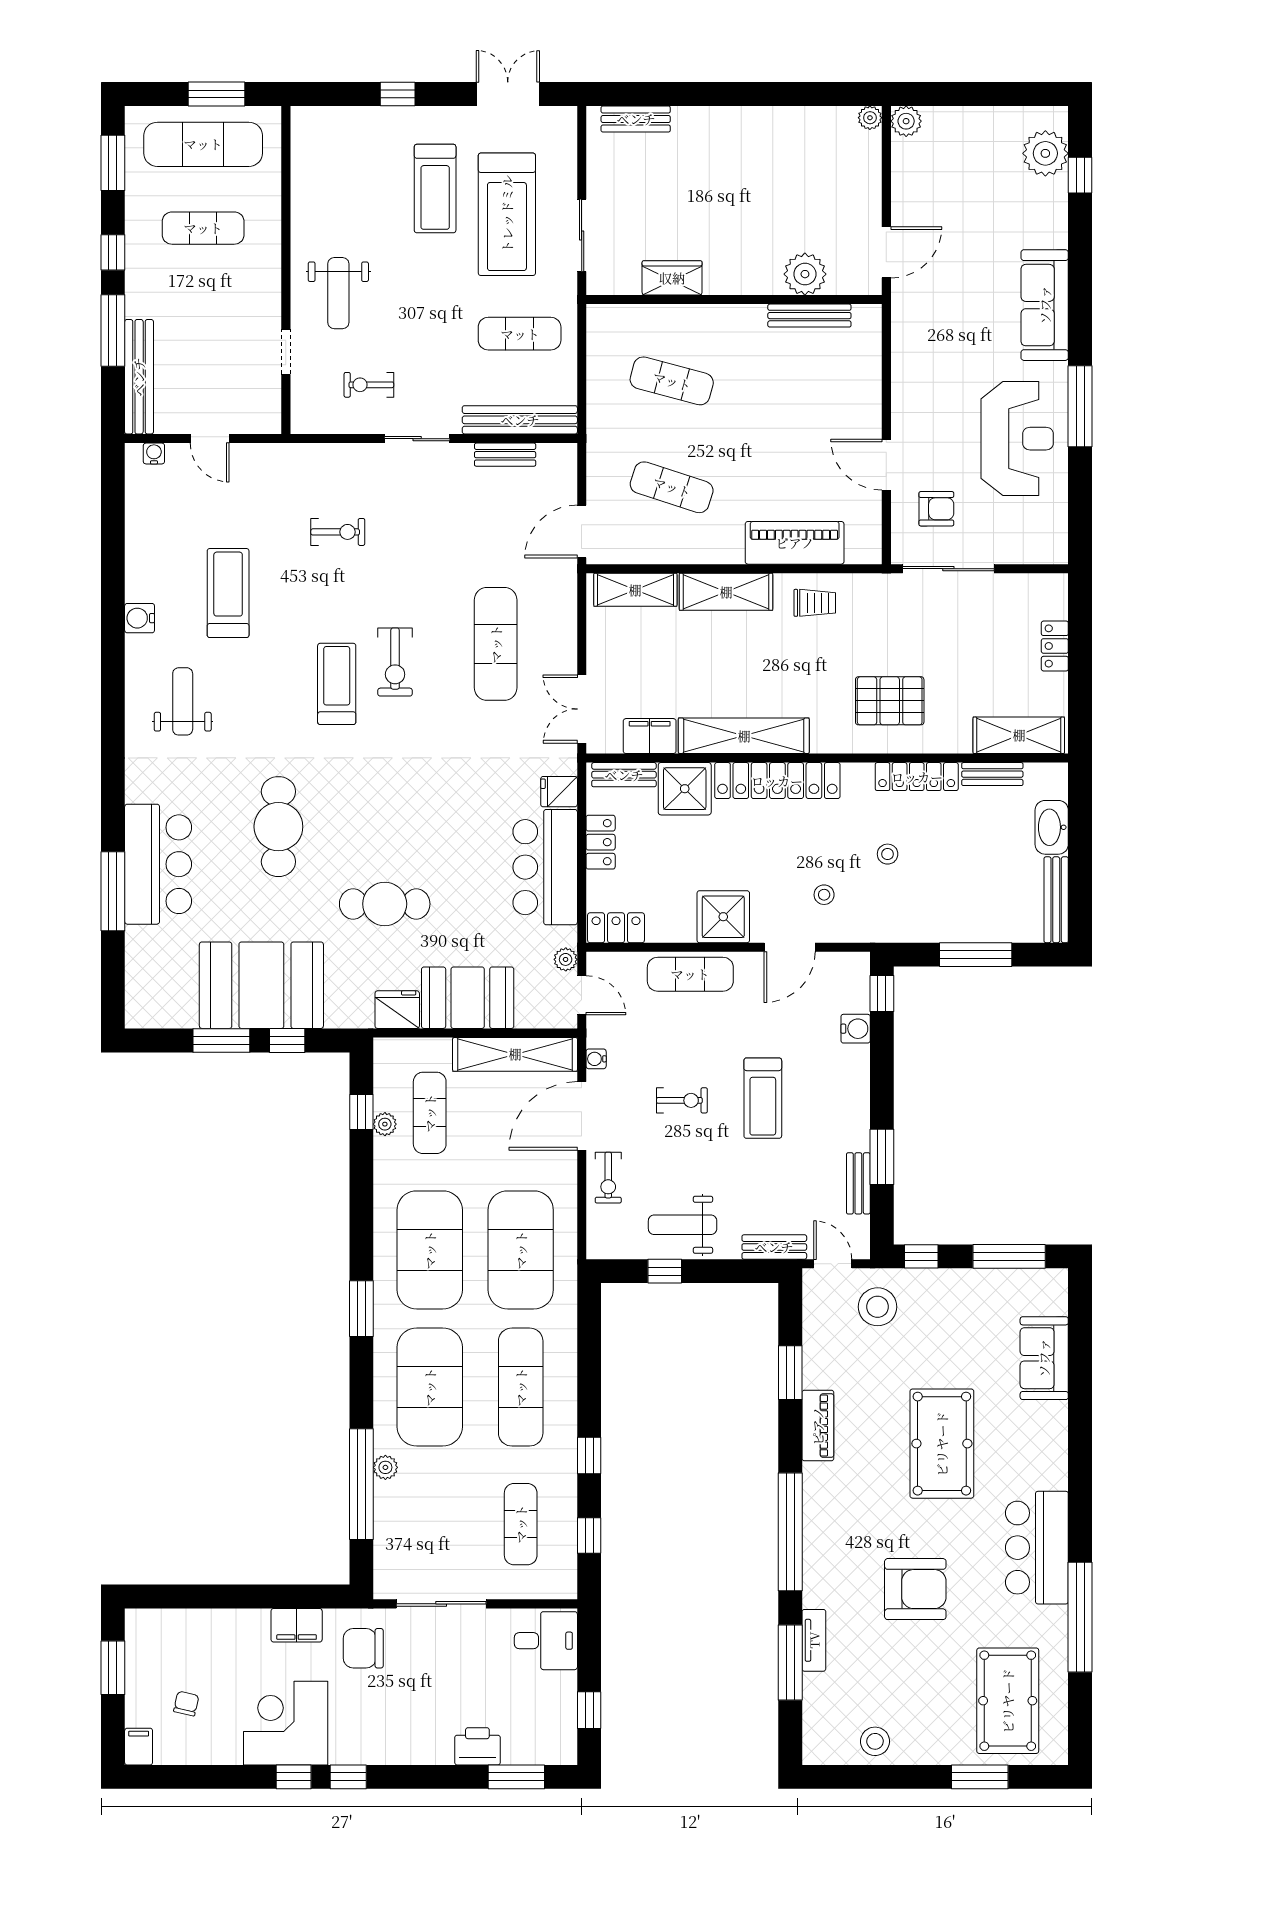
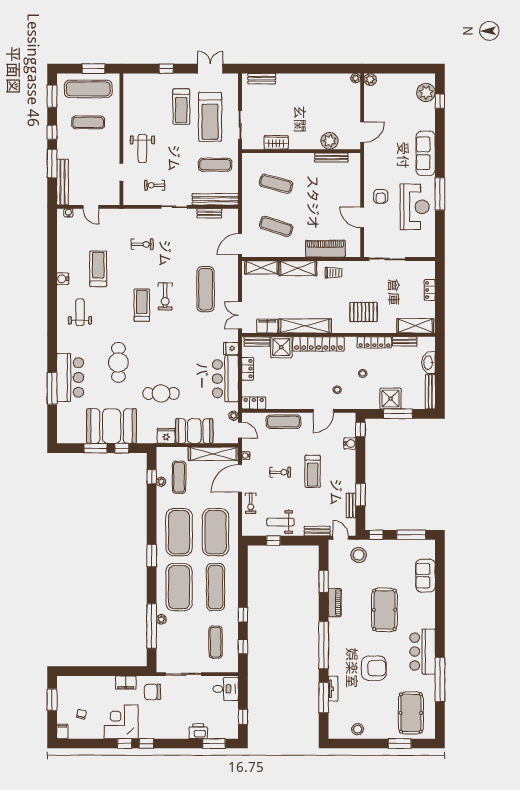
armchair: (936, 509) -> (381, 196), moved, turned 90
shower: (723, 917) -> (390, 399), moved

